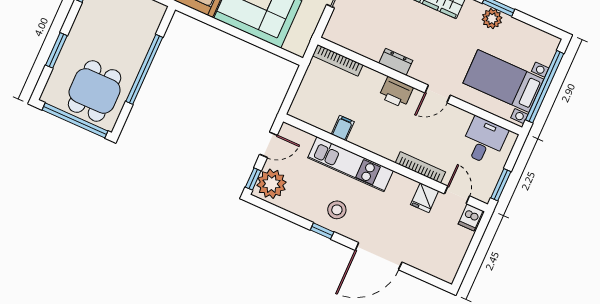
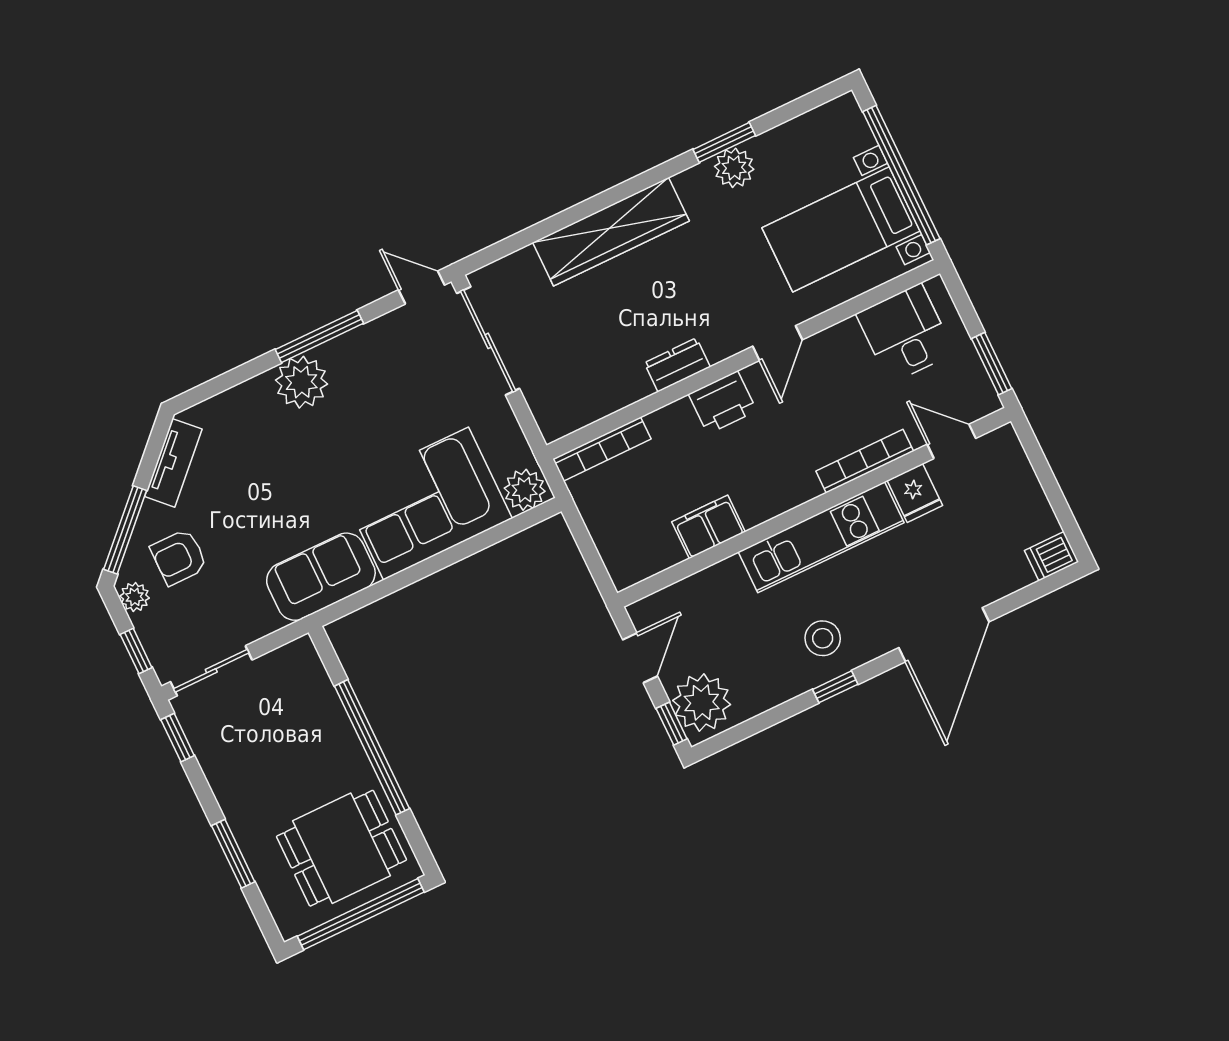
plant: (296, 44) -> (525, 490), added
dining table: (95, 91) -> (341, 848), turned 90
filing cabinet: (343, 128) -> (709, 527), width x2.00
kitchen unit: (350, 164) -> (821, 537), moved
dishwasher: (471, 217) -> (1052, 556), moved, turned 90

